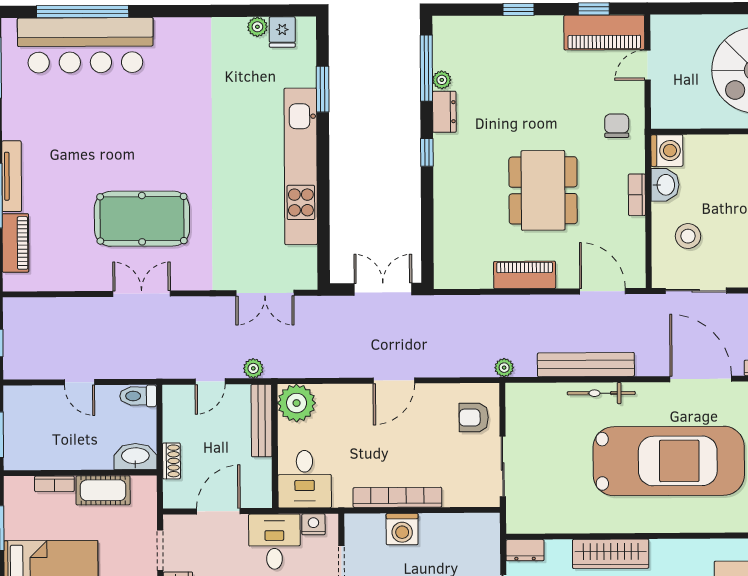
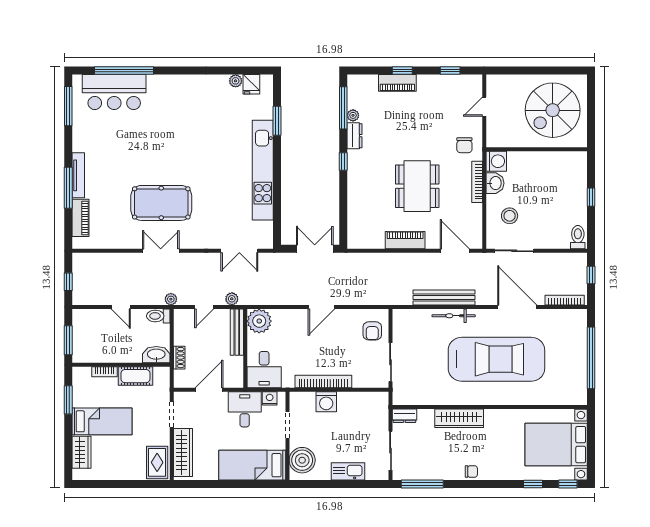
piano: (604, 32) -> (397, 83), moved, width x0.73, depth x0.75
bar counter: (85, 45) -> (114, 92), width x0.73
chair: (617, 126) -> (464, 145), turned 180
bookcase: (637, 195) -> (477, 182), width x1.56
plant: (504, 368) -> (171, 299), moved
armchair: (474, 418) -> (372, 331), turned -90

